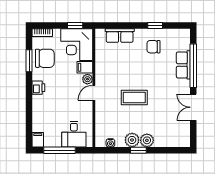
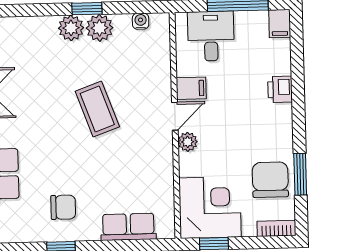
chair: (45, 58) -> (270, 180), turned 90
filing cabinet: (85, 67) -> (191, 88), moved
printer: (38, 88) -> (280, 89), moved
coffee table: (134, 98) -> (97, 109), turned 70

